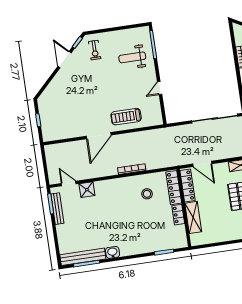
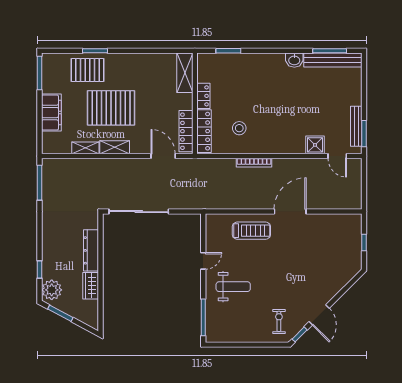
weight bench: (132, 57) -> (233, 287), moved
shelving: (193, 217) -> (185, 73), moved

